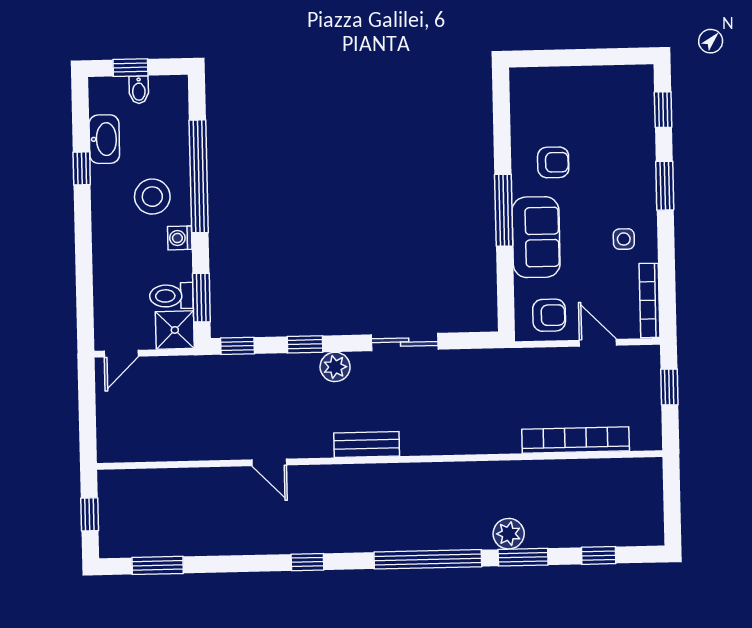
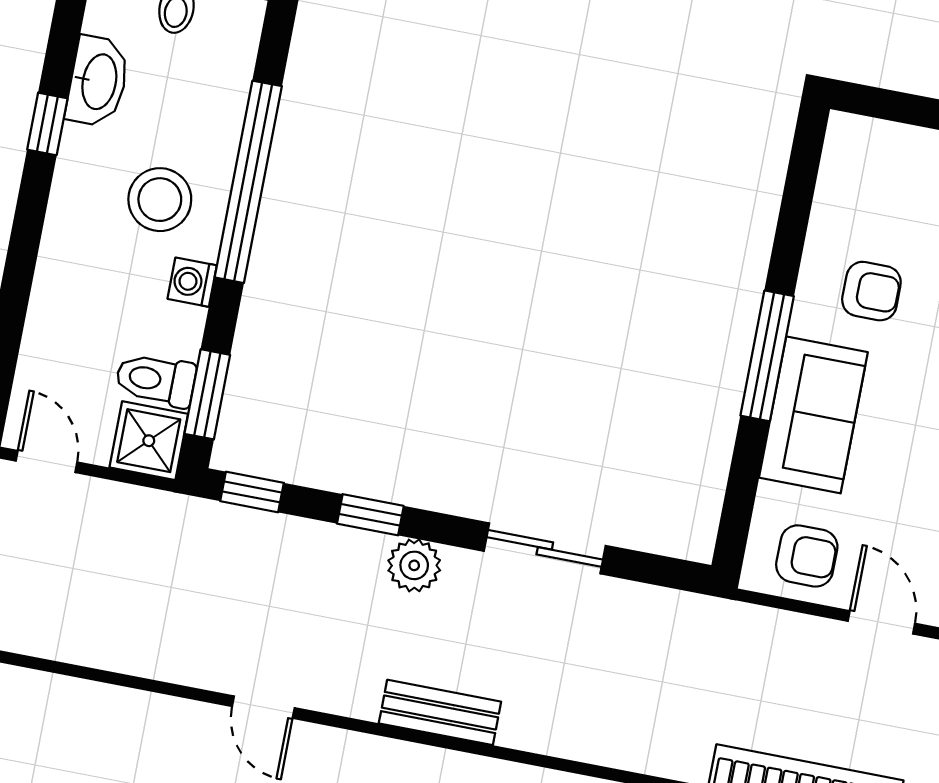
door: (121, 354) -> (47, 462), swing flipped

